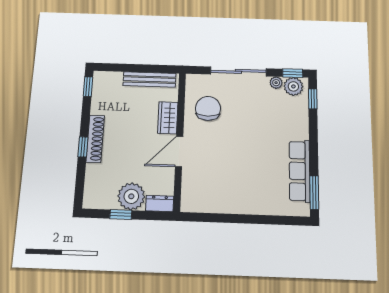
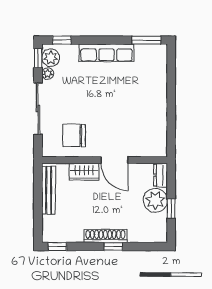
row of seats: (300, 171) -> (107, 53), moved

